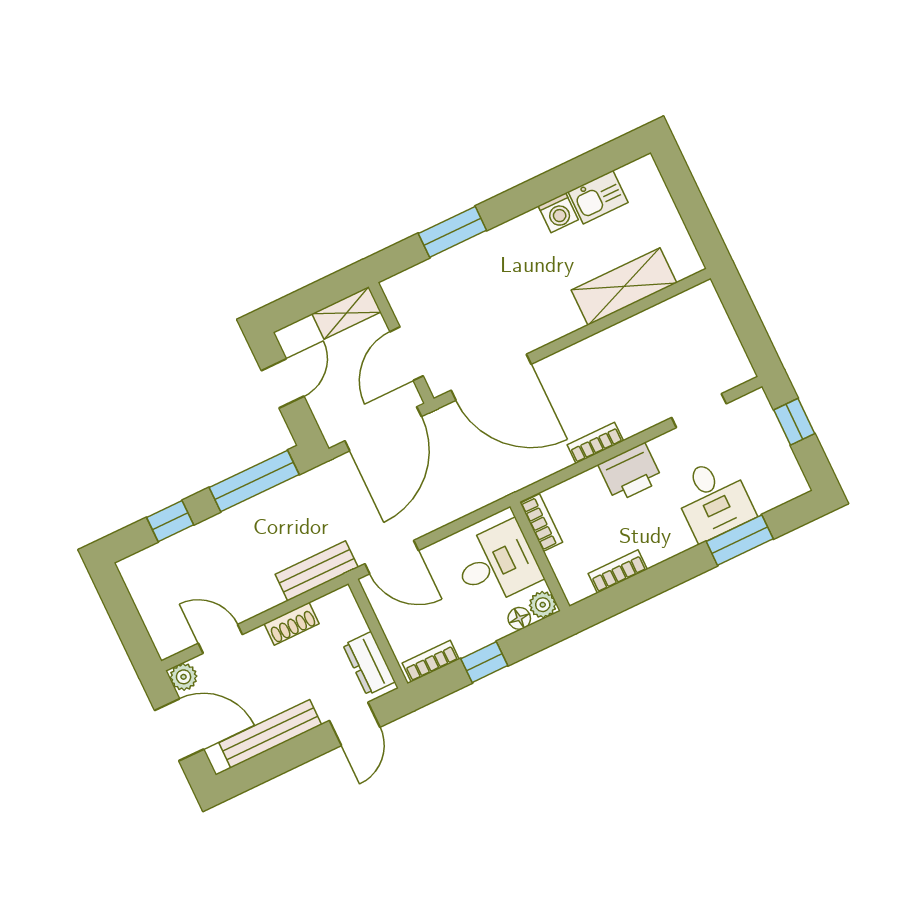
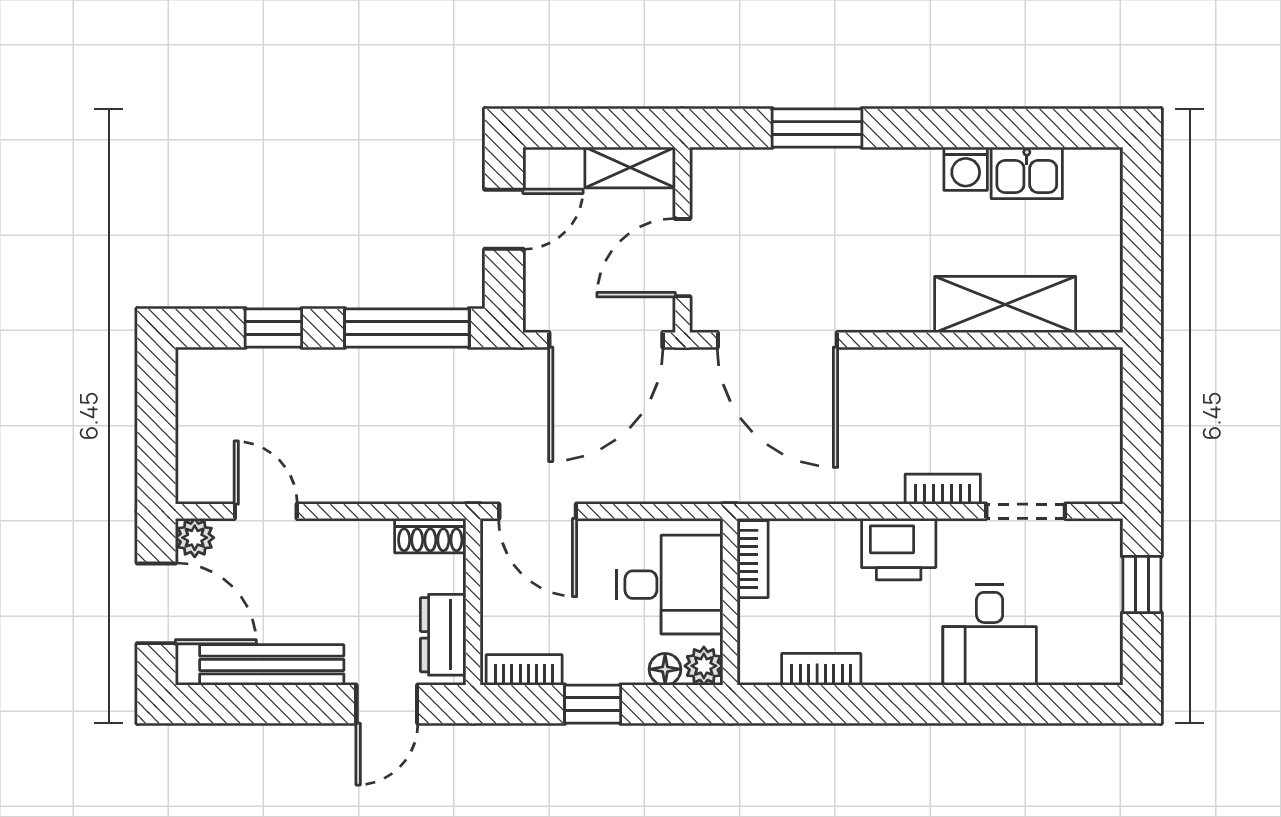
bookcase: (595, 443) -> (943, 489), moved
window: (740, 540) -> (998, 704), removed
bench: (317, 571) -> (432, 483), removed
shoe rack: (292, 624) -> (430, 536), moved

